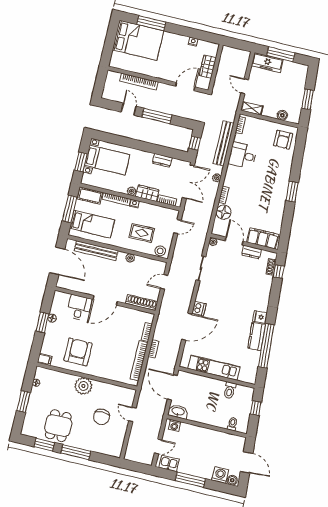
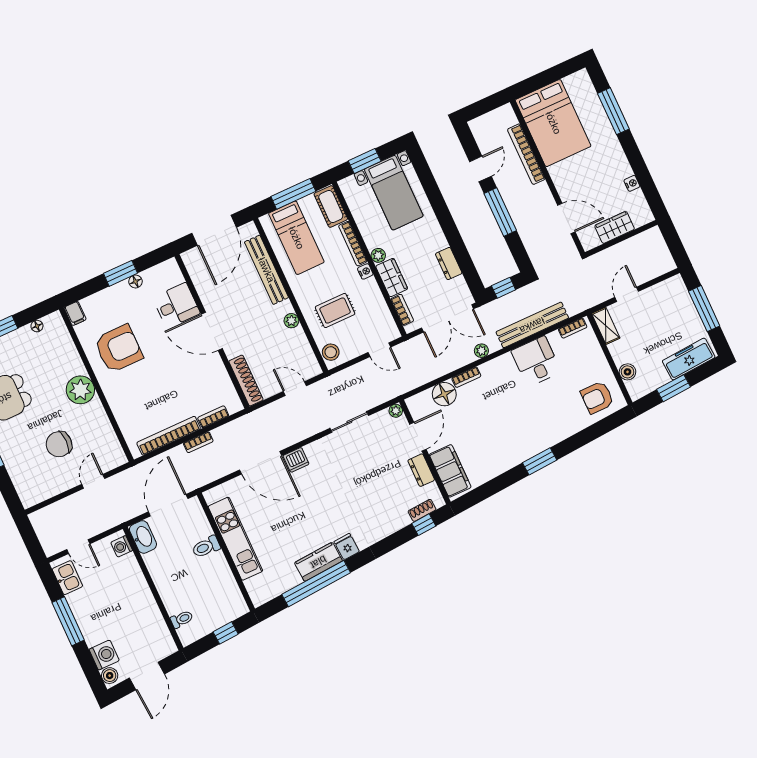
bed: (138, 40) -> (553, 123), moved
freezer: (267, 63) -> (689, 359), moved, turned 86
rug: (142, 233) -> (335, 310), turned 90
toilet: (230, 390) -> (206, 547), moved

